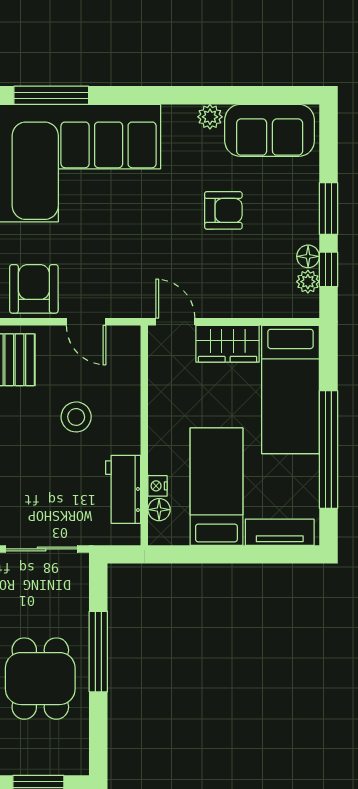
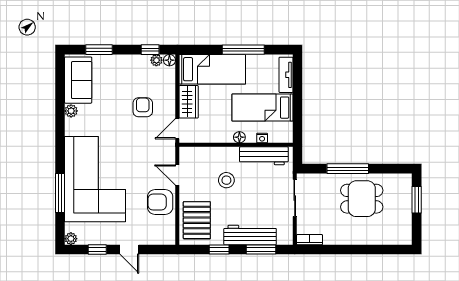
window: (328, 208) -> (99, 50), moved
armchair: (223, 210) -> (143, 107), moved
floor lamp: (308, 256) -> (169, 60), moved
door: (86, 322) -> (177, 175), swing flipped
window: (328, 450) -> (243, 50), width x0.68
workbench: (123, 489) -> (264, 156), width x1.38
floor lamp: (159, 510) -> (239, 137), moved

